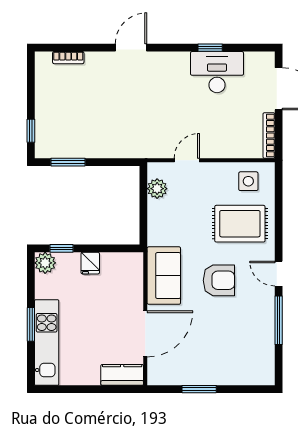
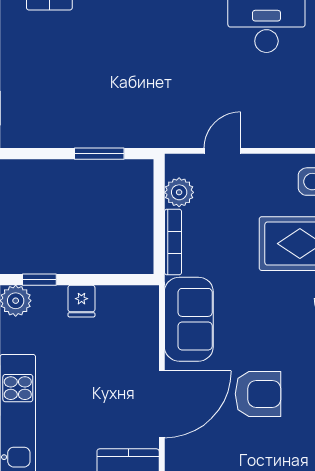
window: (68, 162) -> (99, 154), moved
bookcase: (153, 223) -> (173, 242), added
armchair: (219, 280) -> (258, 394), moved

